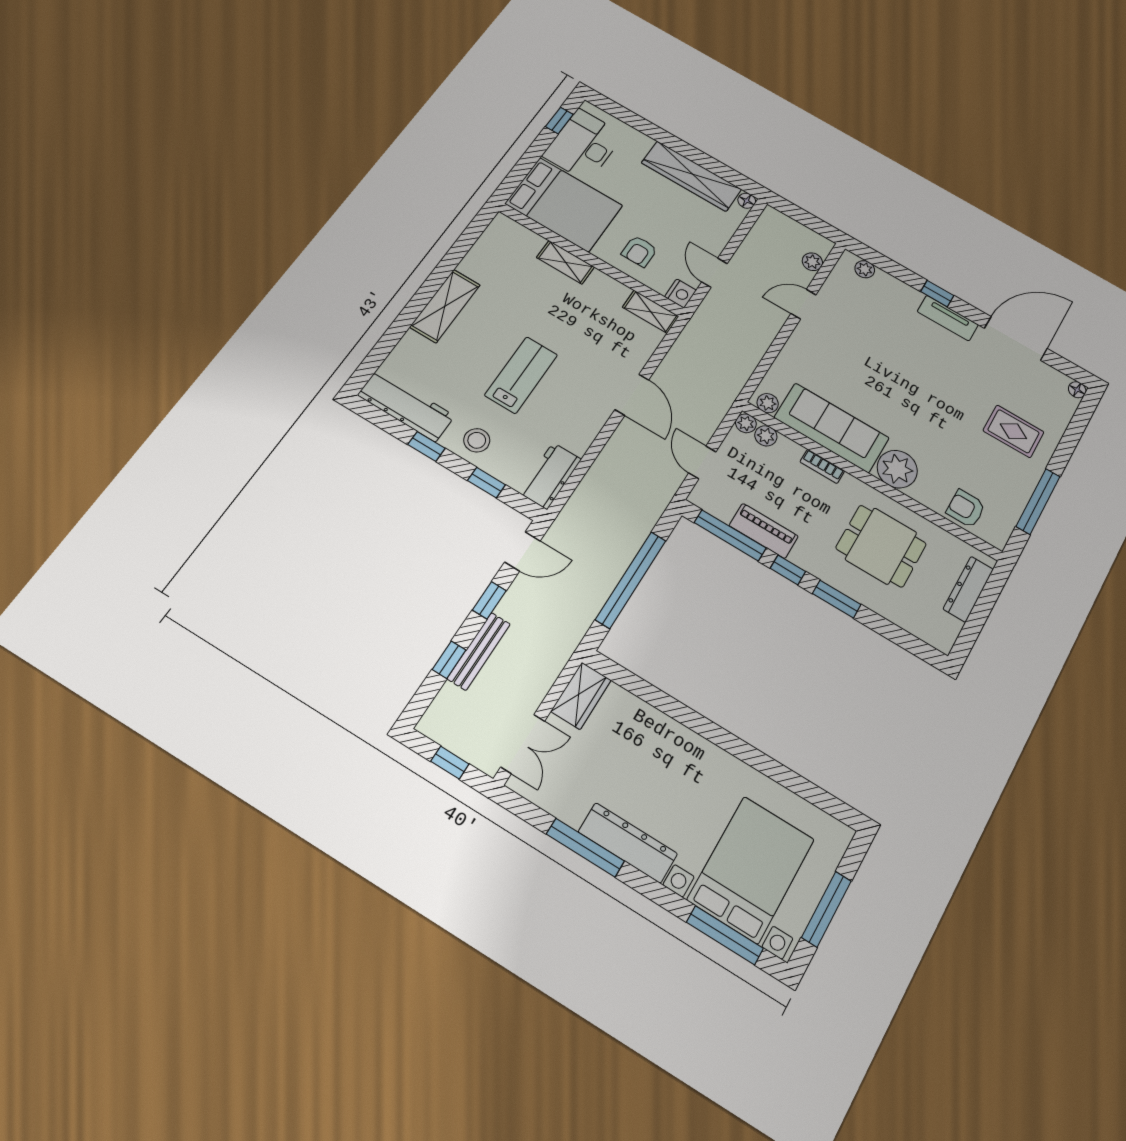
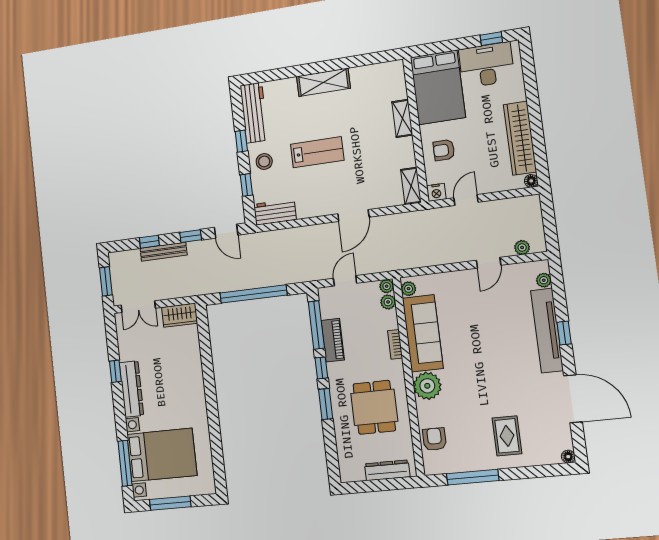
door: (803, 304) -> (489, 263), swing flipped
tv unit: (948, 318) -> (547, 331), width x1.92, depth x1.29
window: (450, 763) -> (106, 281), width x1.50
window: (585, 848) -> (115, 371), width x0.46

